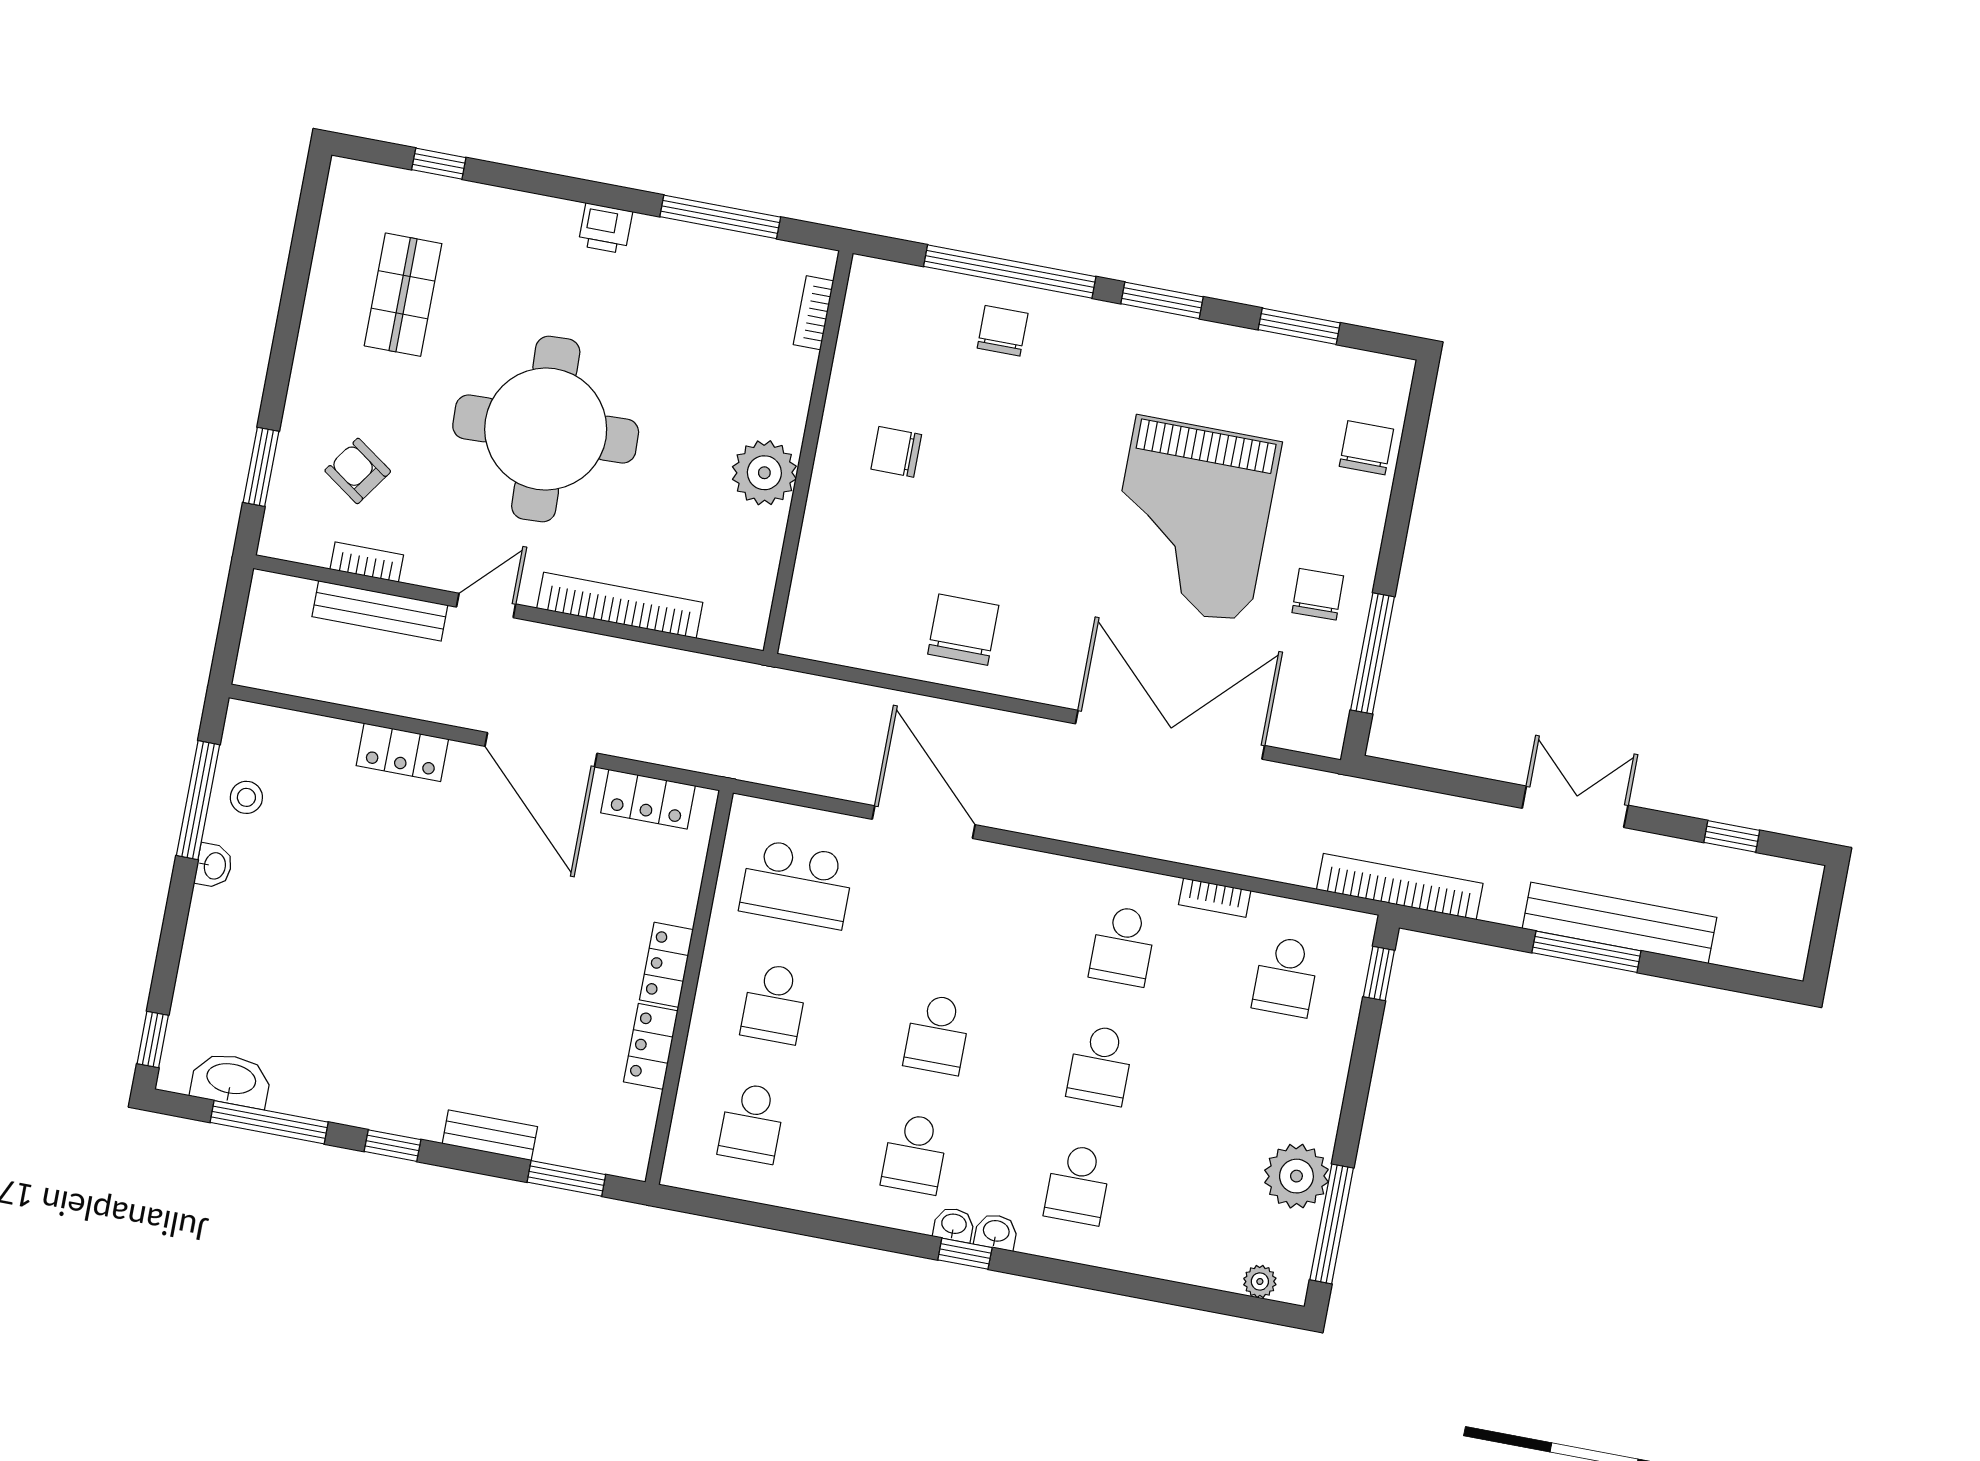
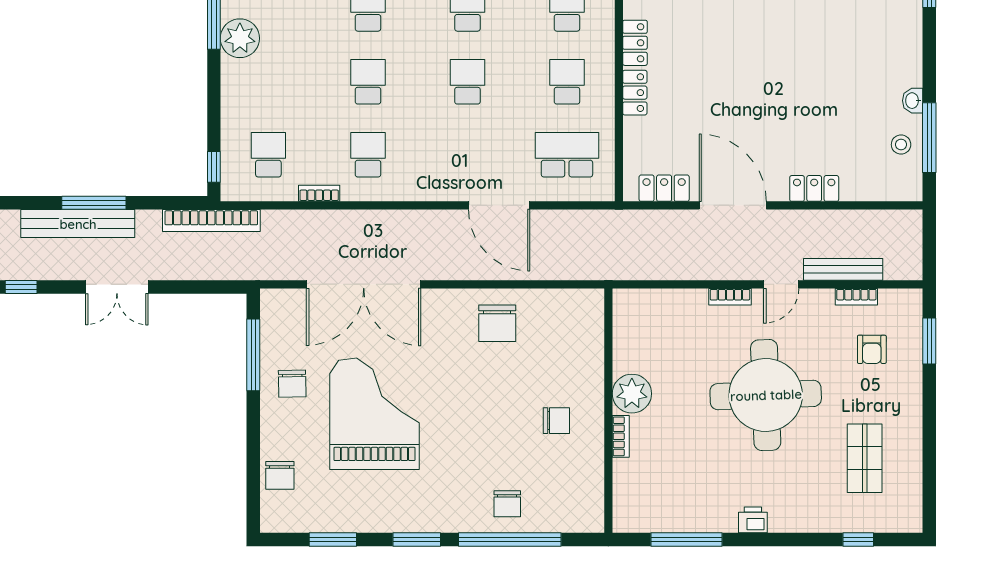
bookcase: (814, 313) -> (621, 436), moved
armchair: (358, 471) -> (872, 349), turned 55
bookcase: (620, 605) -> (730, 297), width x0.43, depth x0.76

